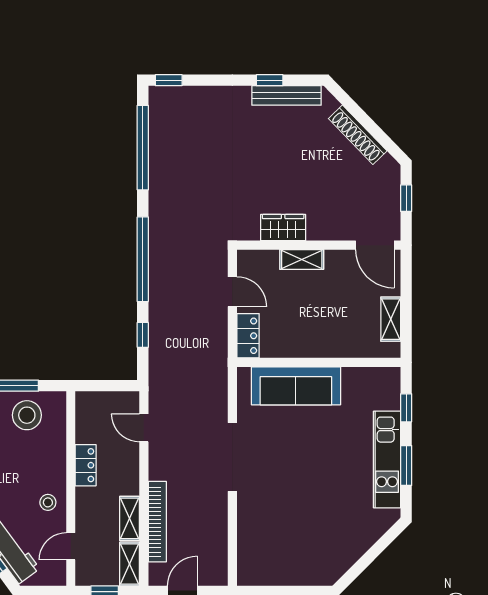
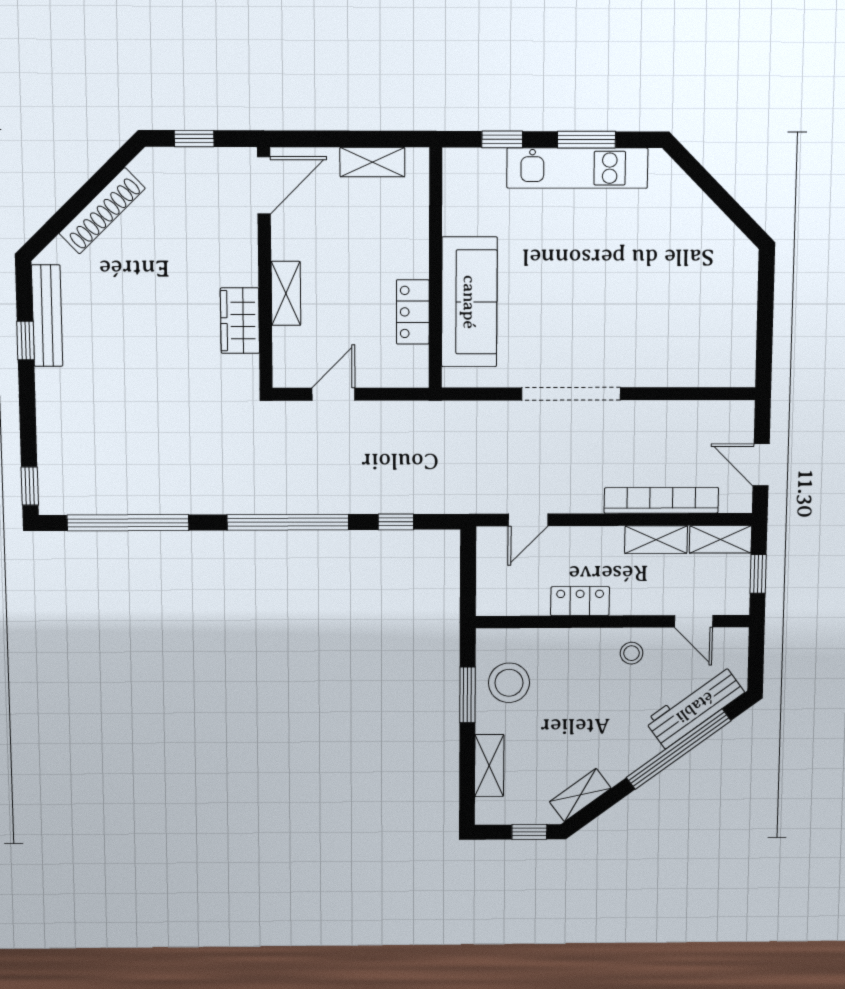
locker: (248, 336) -> (413, 312), moved, turned -90

